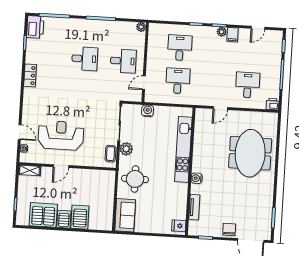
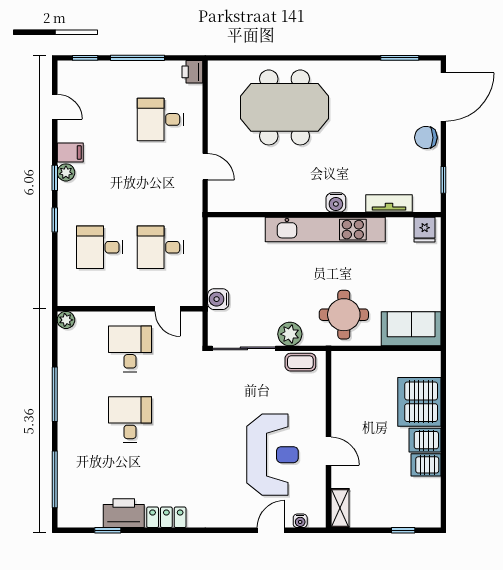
printer: (35, 27) -> (124, 513), moved
reception desk: (61, 135) -> (272, 455), turned 180
kitchen unit: (183, 149) -> (325, 230), moved
server rack: (43, 215) -> (426, 465), width x0.46, depth x0.70
server rack: (80, 217) -> (419, 402), width x1.60

